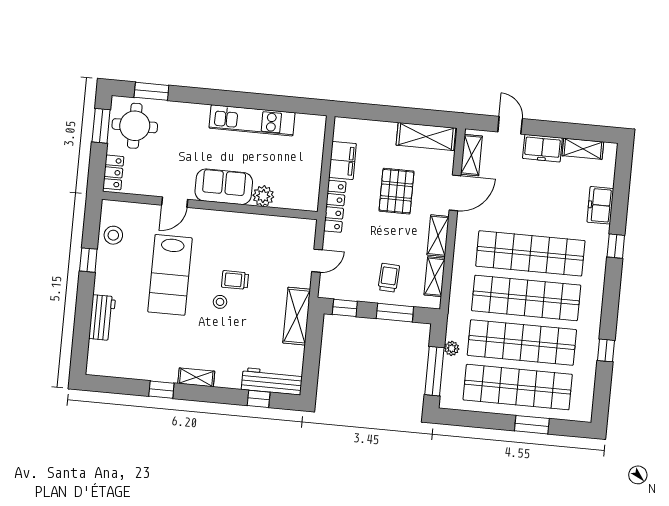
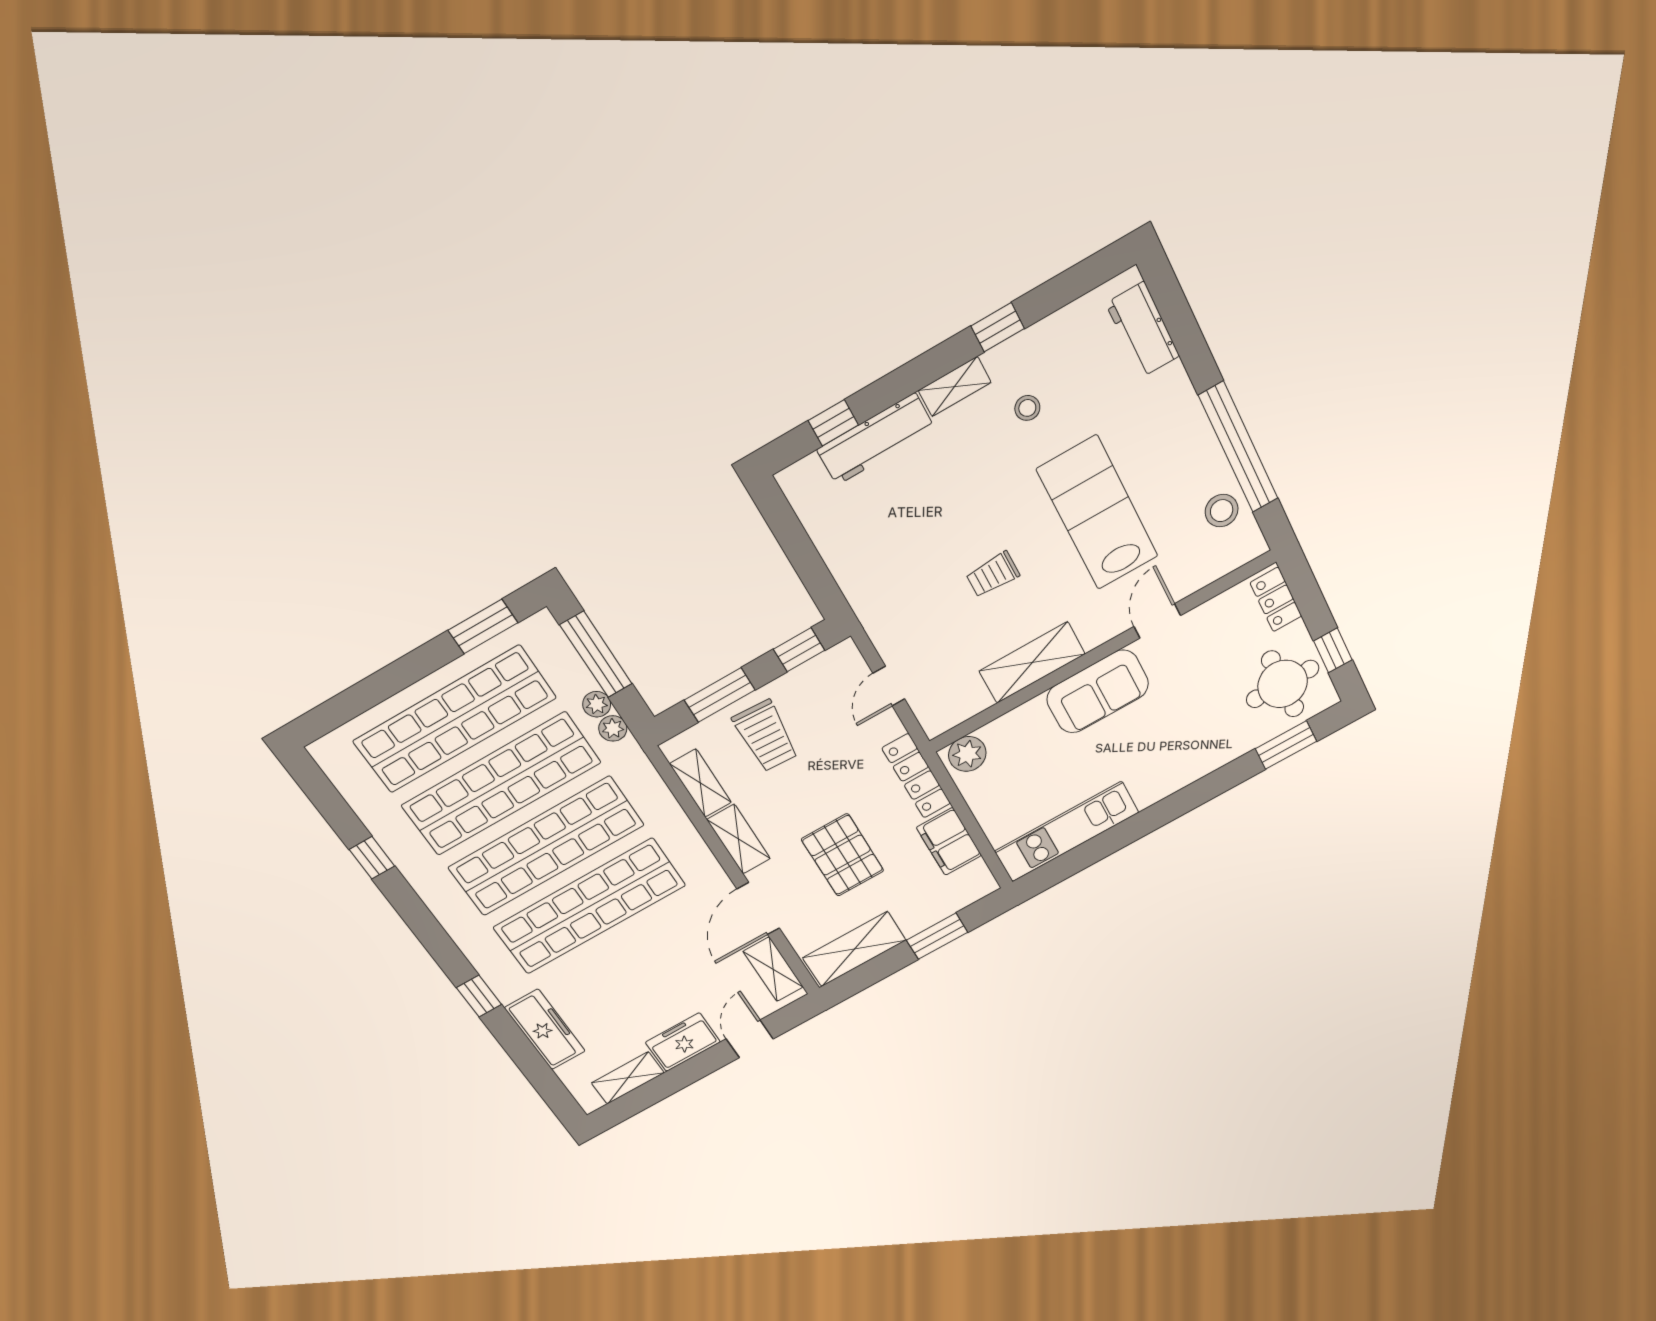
window: (382, 113) -> (937, 936), added
kitchen unit: (252, 120) -> (1067, 832), moved
door: (510, 125) -> (750, 1039), swing flipped
window: (101, 126) -> (1333, 650), width x0.67
plant: (263, 196) -> (967, 754), moved
freezer: (600, 205) -> (545, 1029), width x1.40
window: (88, 260) -> (1238, 447), width x3.17
trolley: (389, 278) -> (766, 736), width x1.36, depth x1.39
trolley: (235, 280) -> (993, 574), turned 180
stool: (220, 302) -> (1027, 408), moved
shelving: (297, 316) -> (1032, 663), moved, turned 90
workbench: (102, 318) -> (1143, 330), moved
plant: (453, 332) -> (613, 728), added
workbench: (272, 381) -> (876, 439), moved
window: (532, 425) -> (483, 627), moved

